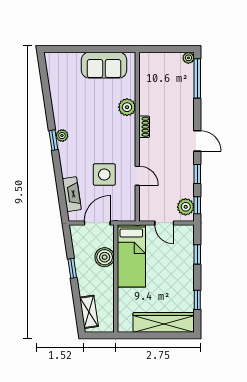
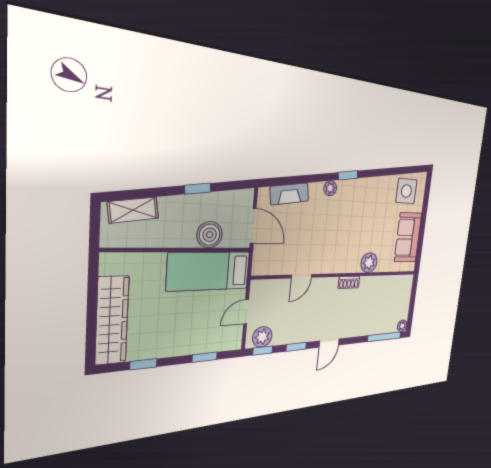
plant: (62, 136) -> (330, 188), moved
side table: (104, 175) -> (406, 191), moved

